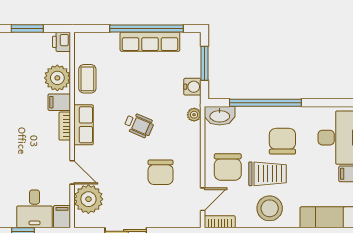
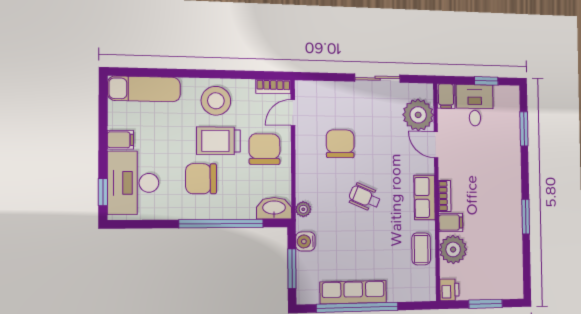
chair: (282, 141) -> (201, 179), turned 90

